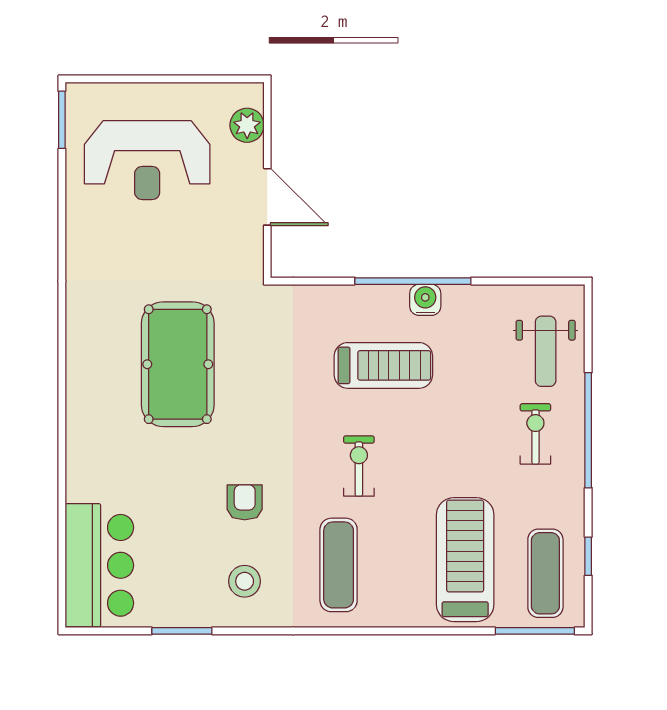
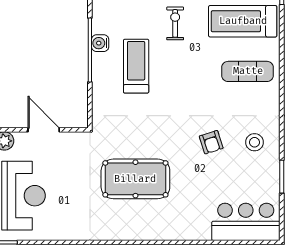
door: (267, 197) -> (44, 130), hinge flipped
exercise bike: (359, 466) -> (175, 23), moved, turned 90
armchair: (245, 502) -> (211, 142), turned -108
exercise mat: (339, 565) -> (248, 71), moved

